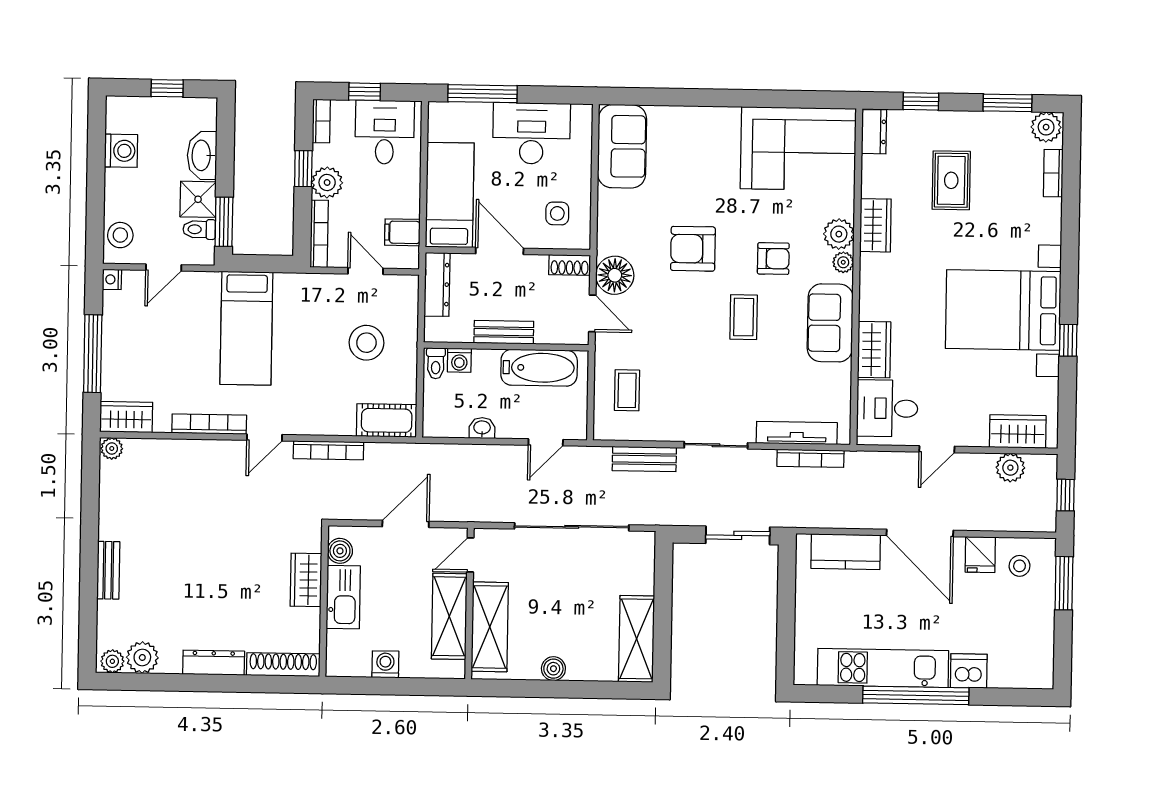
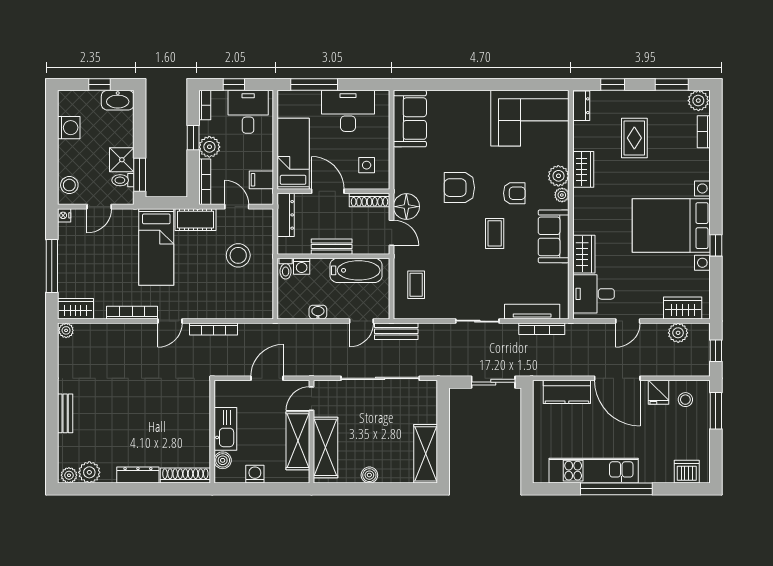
washbasin: (202, 155) -> (118, 100), moved, turned -90
shoe rack: (570, 265) -> (370, 200), width x1.43
cot: (387, 420) -> (196, 220), moved
bench: (644, 459) -> (396, 331), moved
boiler: (340, 551) -> (223, 460), moved
wardrobe: (306, 580) -> (200, 418), removed
dishwasher: (969, 671) -> (687, 472), moved

